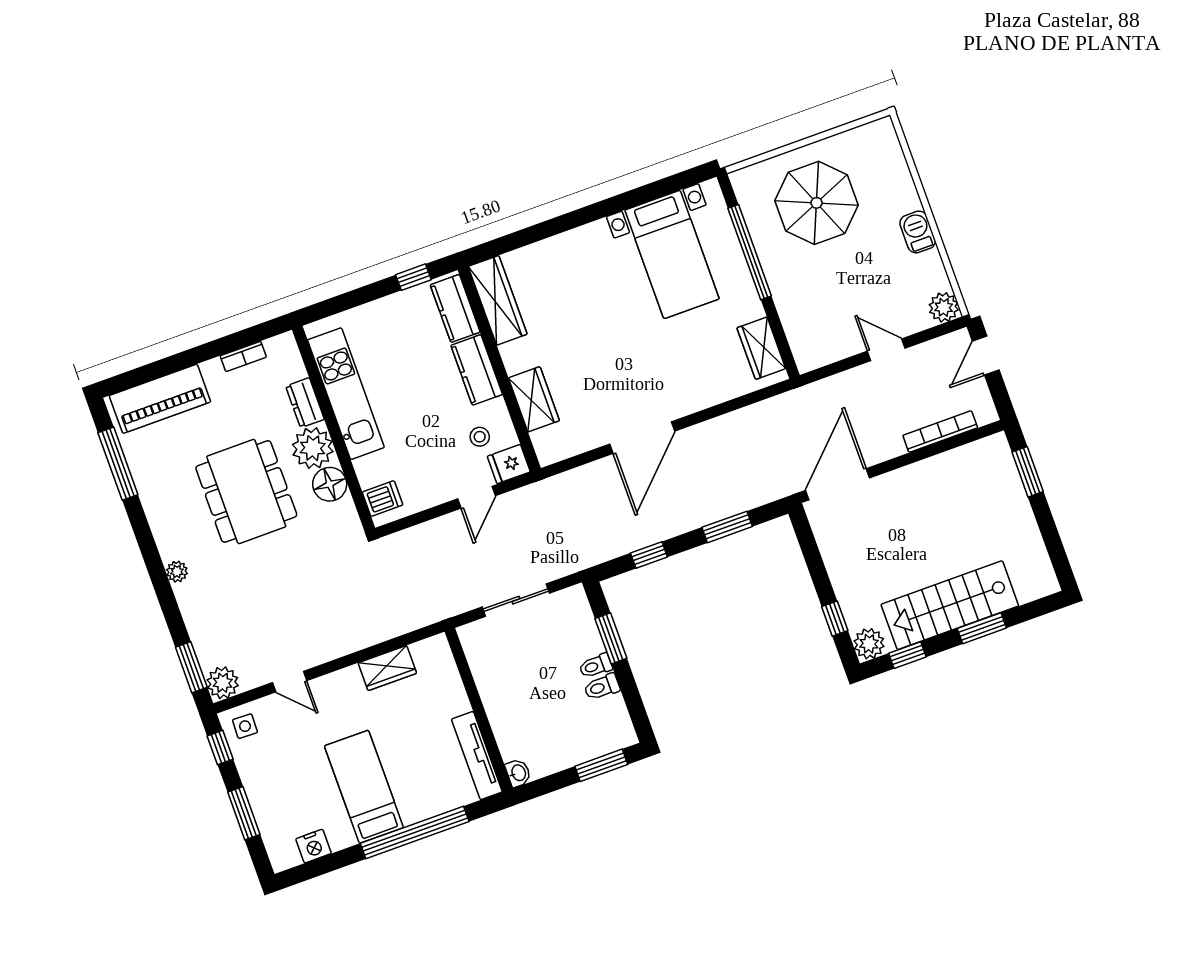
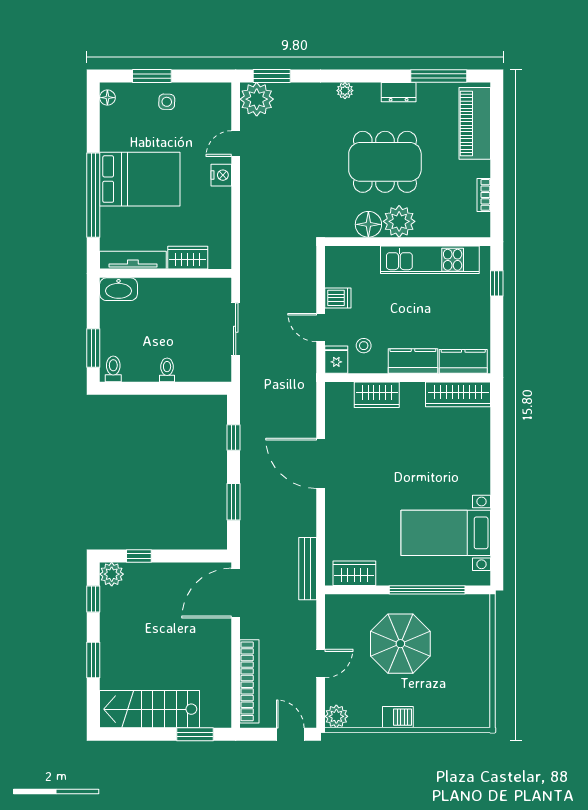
parasol: (817, 203) -> (400, 644), moved
window: (413, 277) -> (497, 283), moved
dresser: (305, 403) -> (399, 92), moved, turned 180
bench: (776, 407) -> (308, 569), added
bookcase: (940, 432) -> (249, 681), width x1.48, depth x1.31
door: (838, 484) -> (236, 593), swing flipped
dishwasher: (383, 499) -> (338, 298), moved, turned -90
stairs: (950, 605) -> (150, 709), moved, turned -90
window: (611, 638) -> (183, 388), removed
wardrobe: (387, 668) -> (188, 258), moved, turned 90
plant: (223, 683) -> (257, 99), width x1.36, depth x1.36
toilet: (602, 687) -> (113, 369), moved
side table: (245, 726) -> (167, 102), moved
window: (220, 748) -> (206, 76), removed
washbasin: (518, 773) -> (119, 289), width x1.91, depth x1.45
bed: (364, 787) -> (140, 179), width x1.50
nightstand: (314, 846) -> (221, 175), moved, turned 180
floor lamp: (290, 858) -> (107, 98), added

